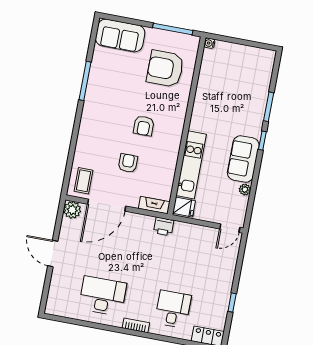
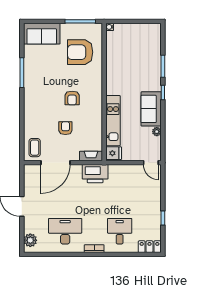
plant: (72, 210) -> (30, 240), moved
printer: (164, 226) -> (95, 174), width x1.87, depth x1.48
door: (230, 228) -> (151, 163), hinge flipped

